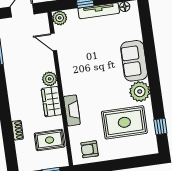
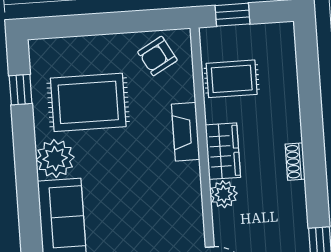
shoe rack: (18, 130) -> (295, 162), moved
armchair: (90, 149) -> (157, 56), turned 151

